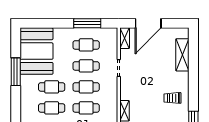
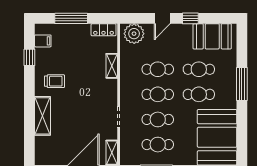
shelving: (182, 55) -> (43, 116), moved
window: (16, 72) -> (242, 84), moved

